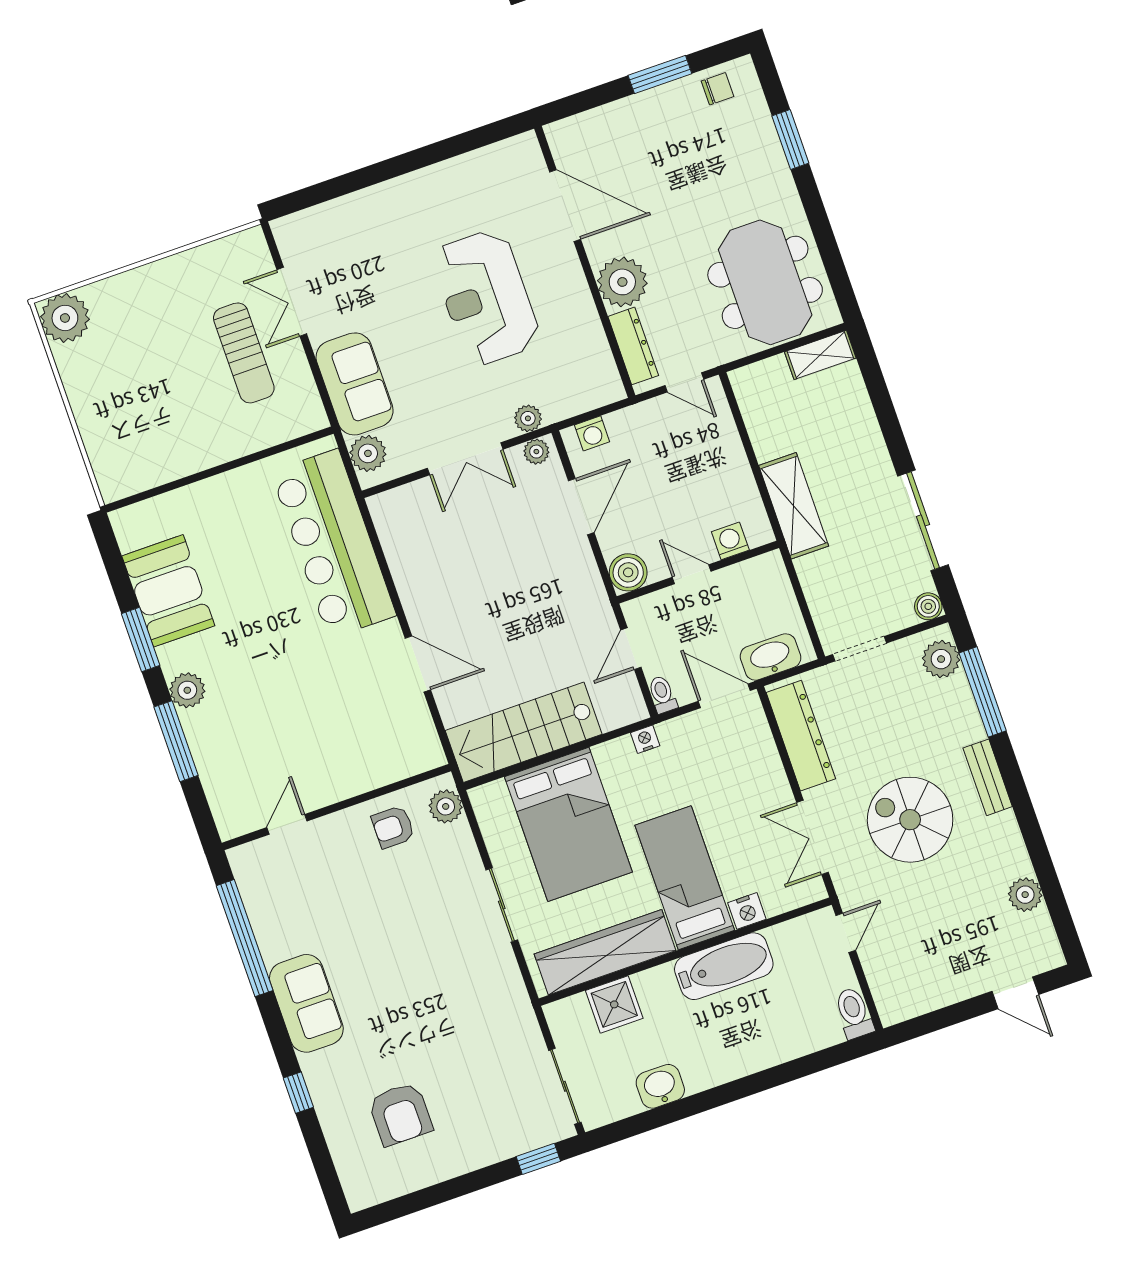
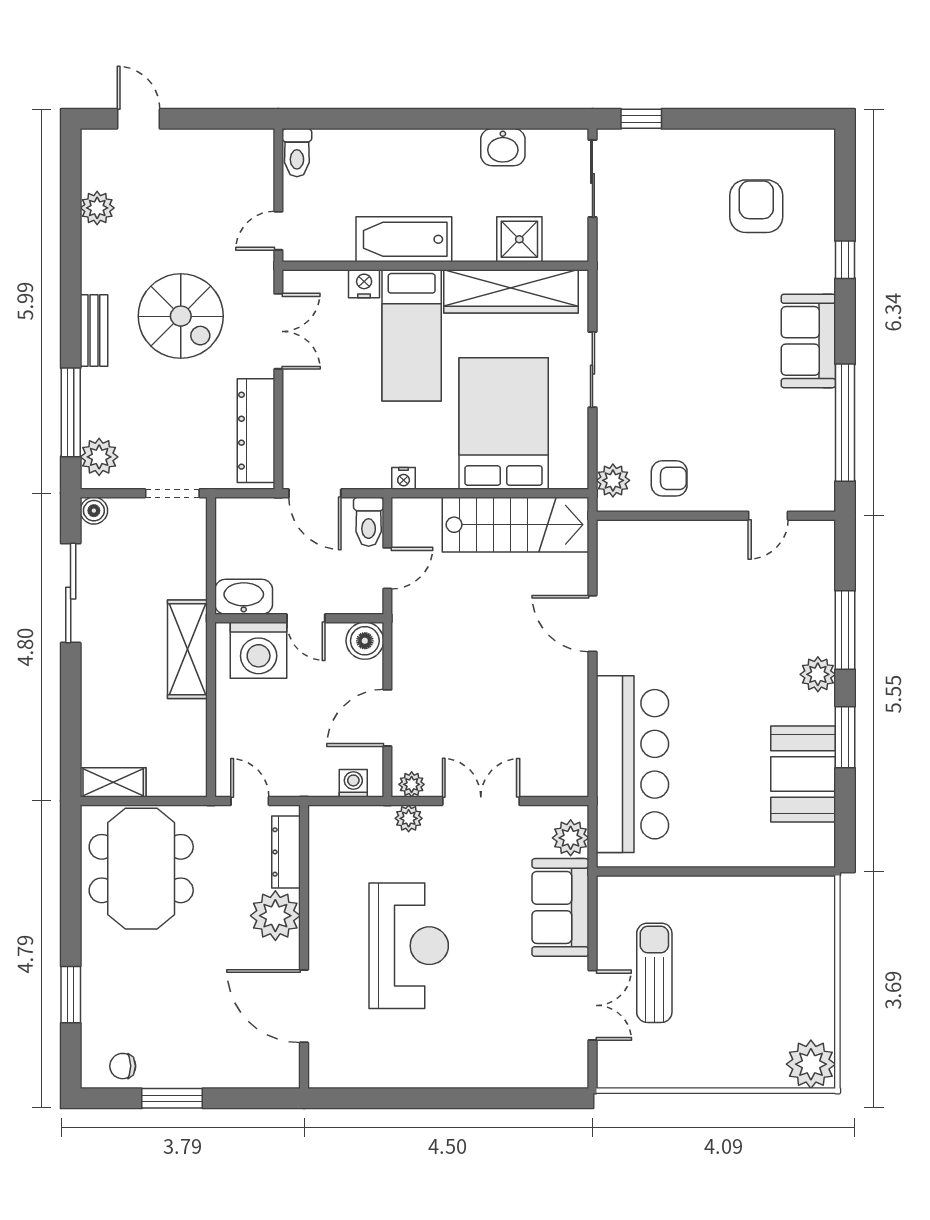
washing machine: (730, 541) -> (259, 650), width x1.89, depth x1.89
washbasin: (771, 657) -> (244, 597), moved, turned 180
toilet: (662, 694) -> (369, 522), width x1.37, depth x1.39

